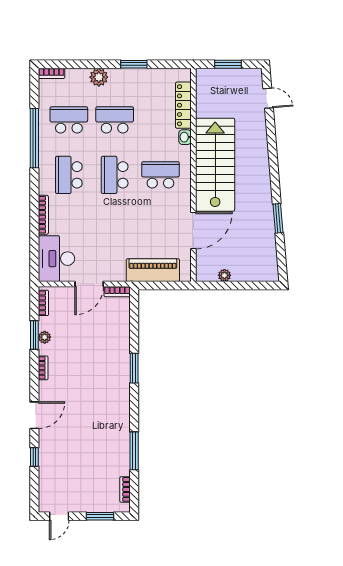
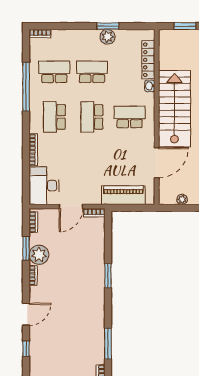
plant: (99, 77) -> (107, 37), moved
plant: (45, 337) -> (39, 255), width x1.87, depth x1.87

